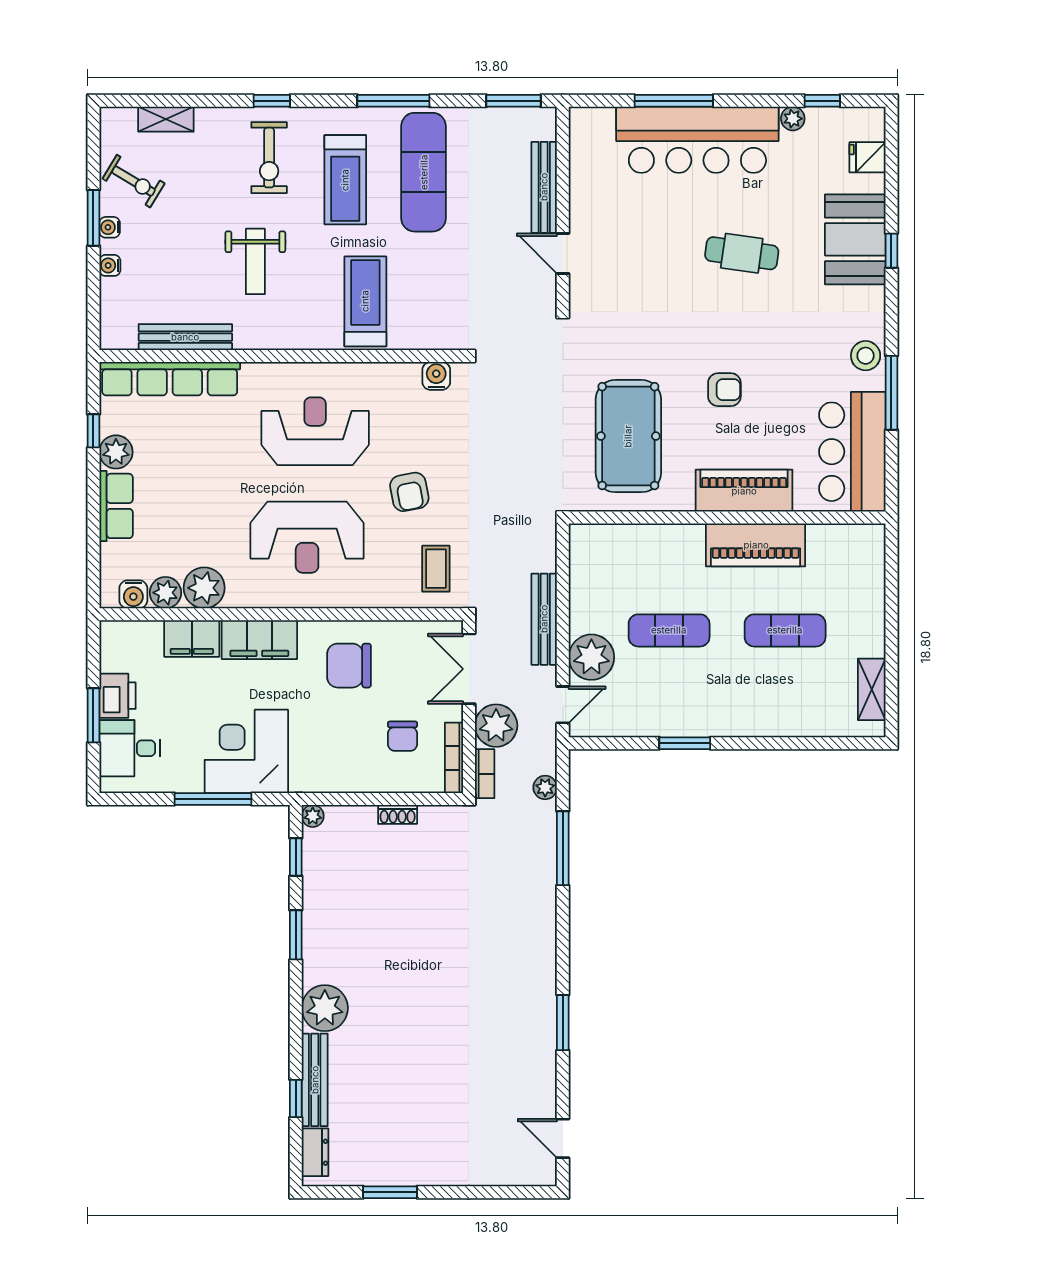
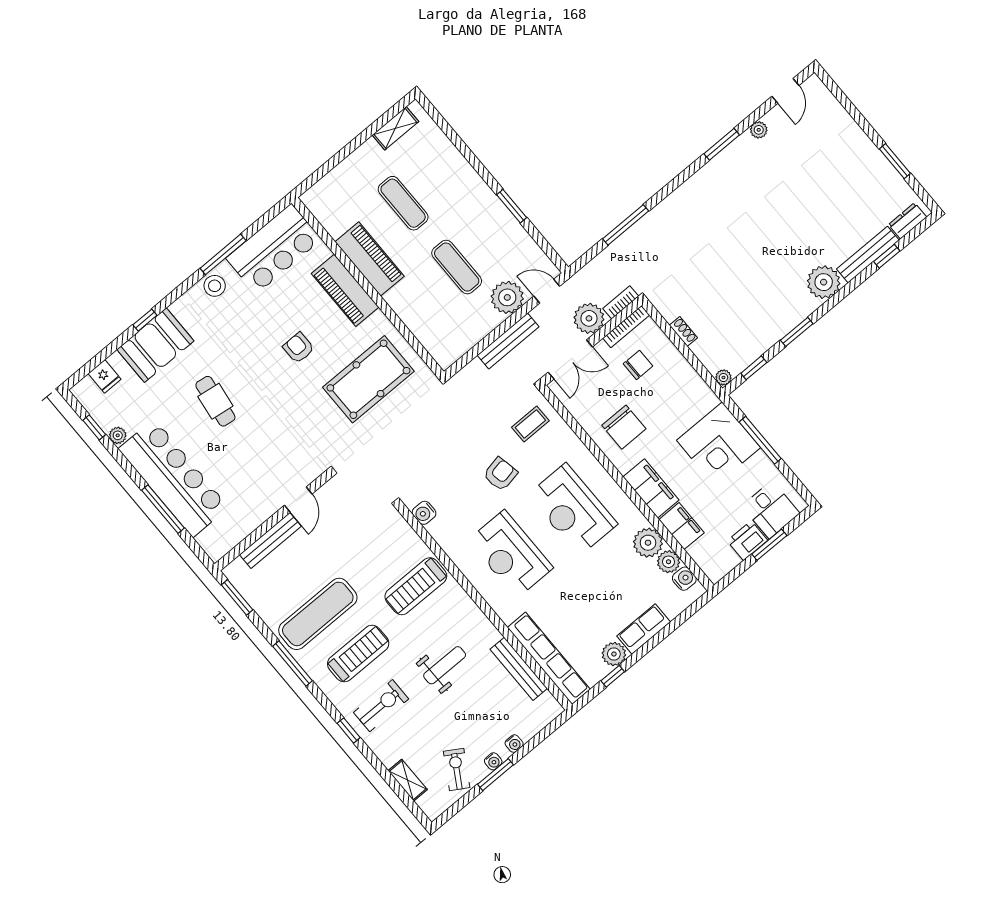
reception desk: (307, 537) -> (573, 509), turned 180
plant: (545, 787) -> (759, 130), moved

